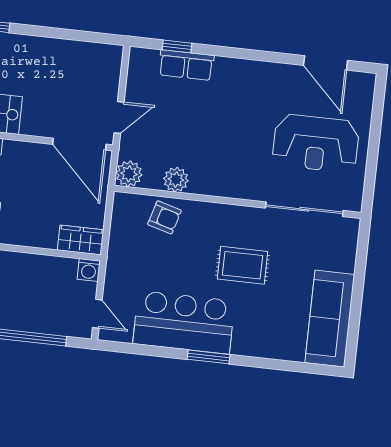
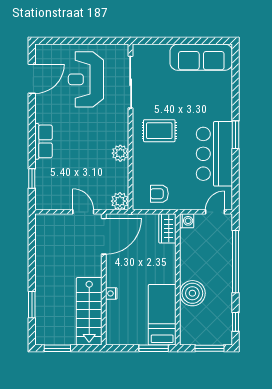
row of seats: (186, 65) -> (44, 141), moved
reception desk: (316, 143) -> (86, 79), turned 180
plant: (176, 180) -> (120, 153), moved
armchair: (164, 217) -> (159, 194), moved, turned -106
rug: (243, 265) -> (159, 131), moved, turned 90

